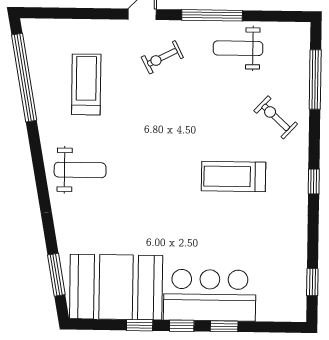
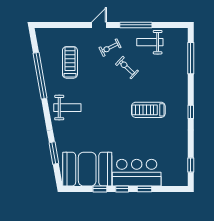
window: (24, 78) -> (40, 76), moved
exercise bike: (276, 117) -> (127, 68), moved
window: (56, 275) -> (54, 153), moved

